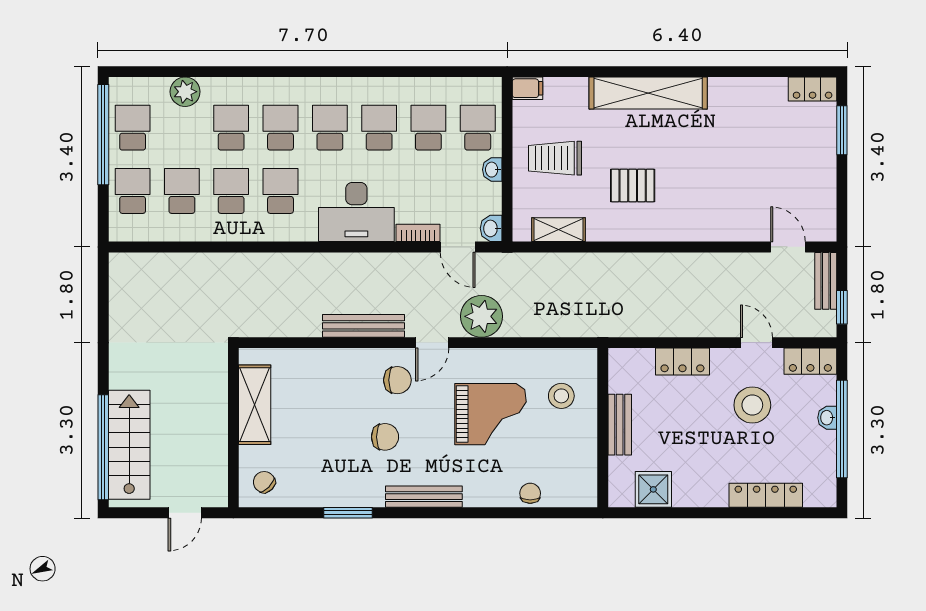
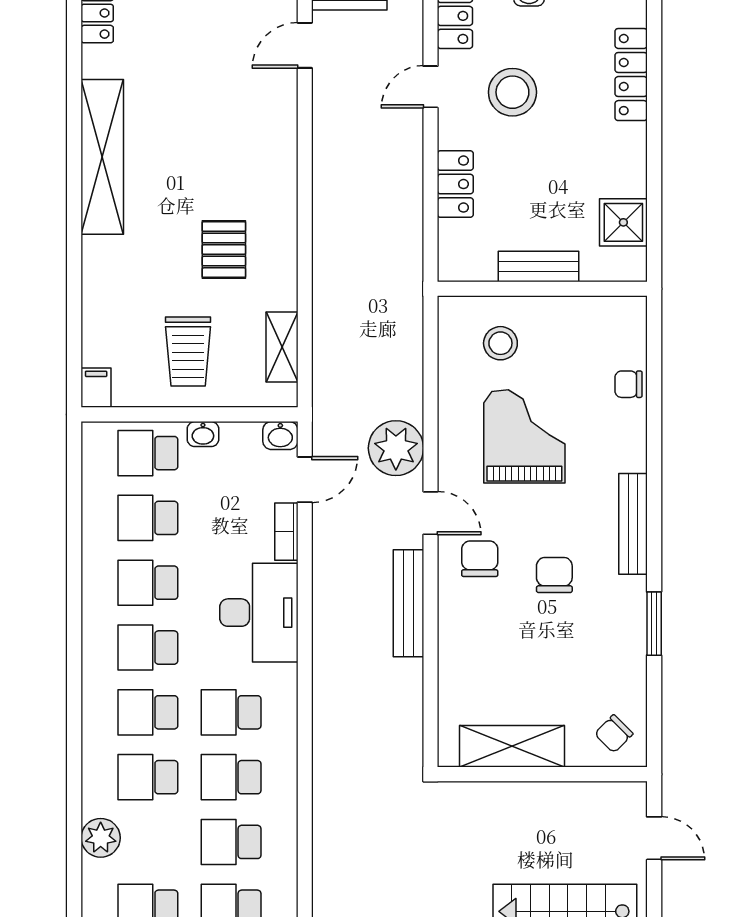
shelving: (648, 93) -> (102, 157), moved

